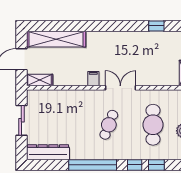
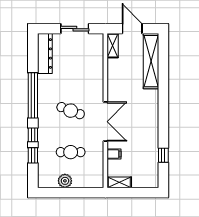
filing cabinet: (93, 79) -> (114, 154), moved
double door: (120, 88) -> (105, 122), width x1.37
cafe table: (153, 125) -> (71, 152), width x0.73, depth x0.74

